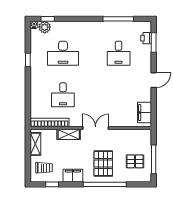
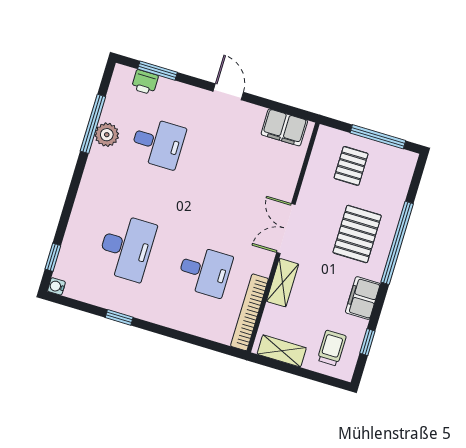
plant: (45, 27) -> (107, 135), moved
pallet: (135, 161) -> (351, 166), moved
pallet: (103, 164) -> (357, 234), turned 90

